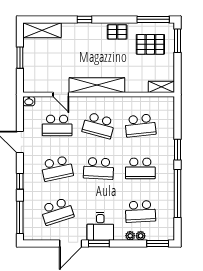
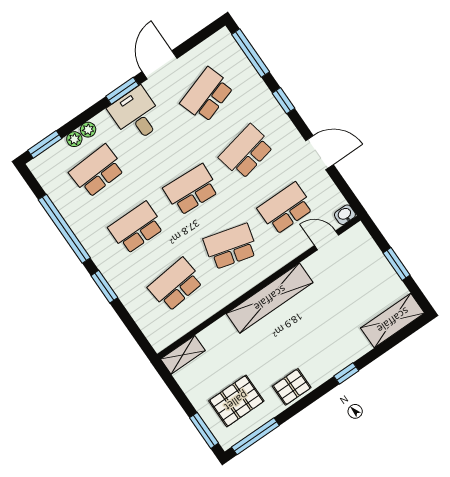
door: (61, 95) -> (327, 240), moved

